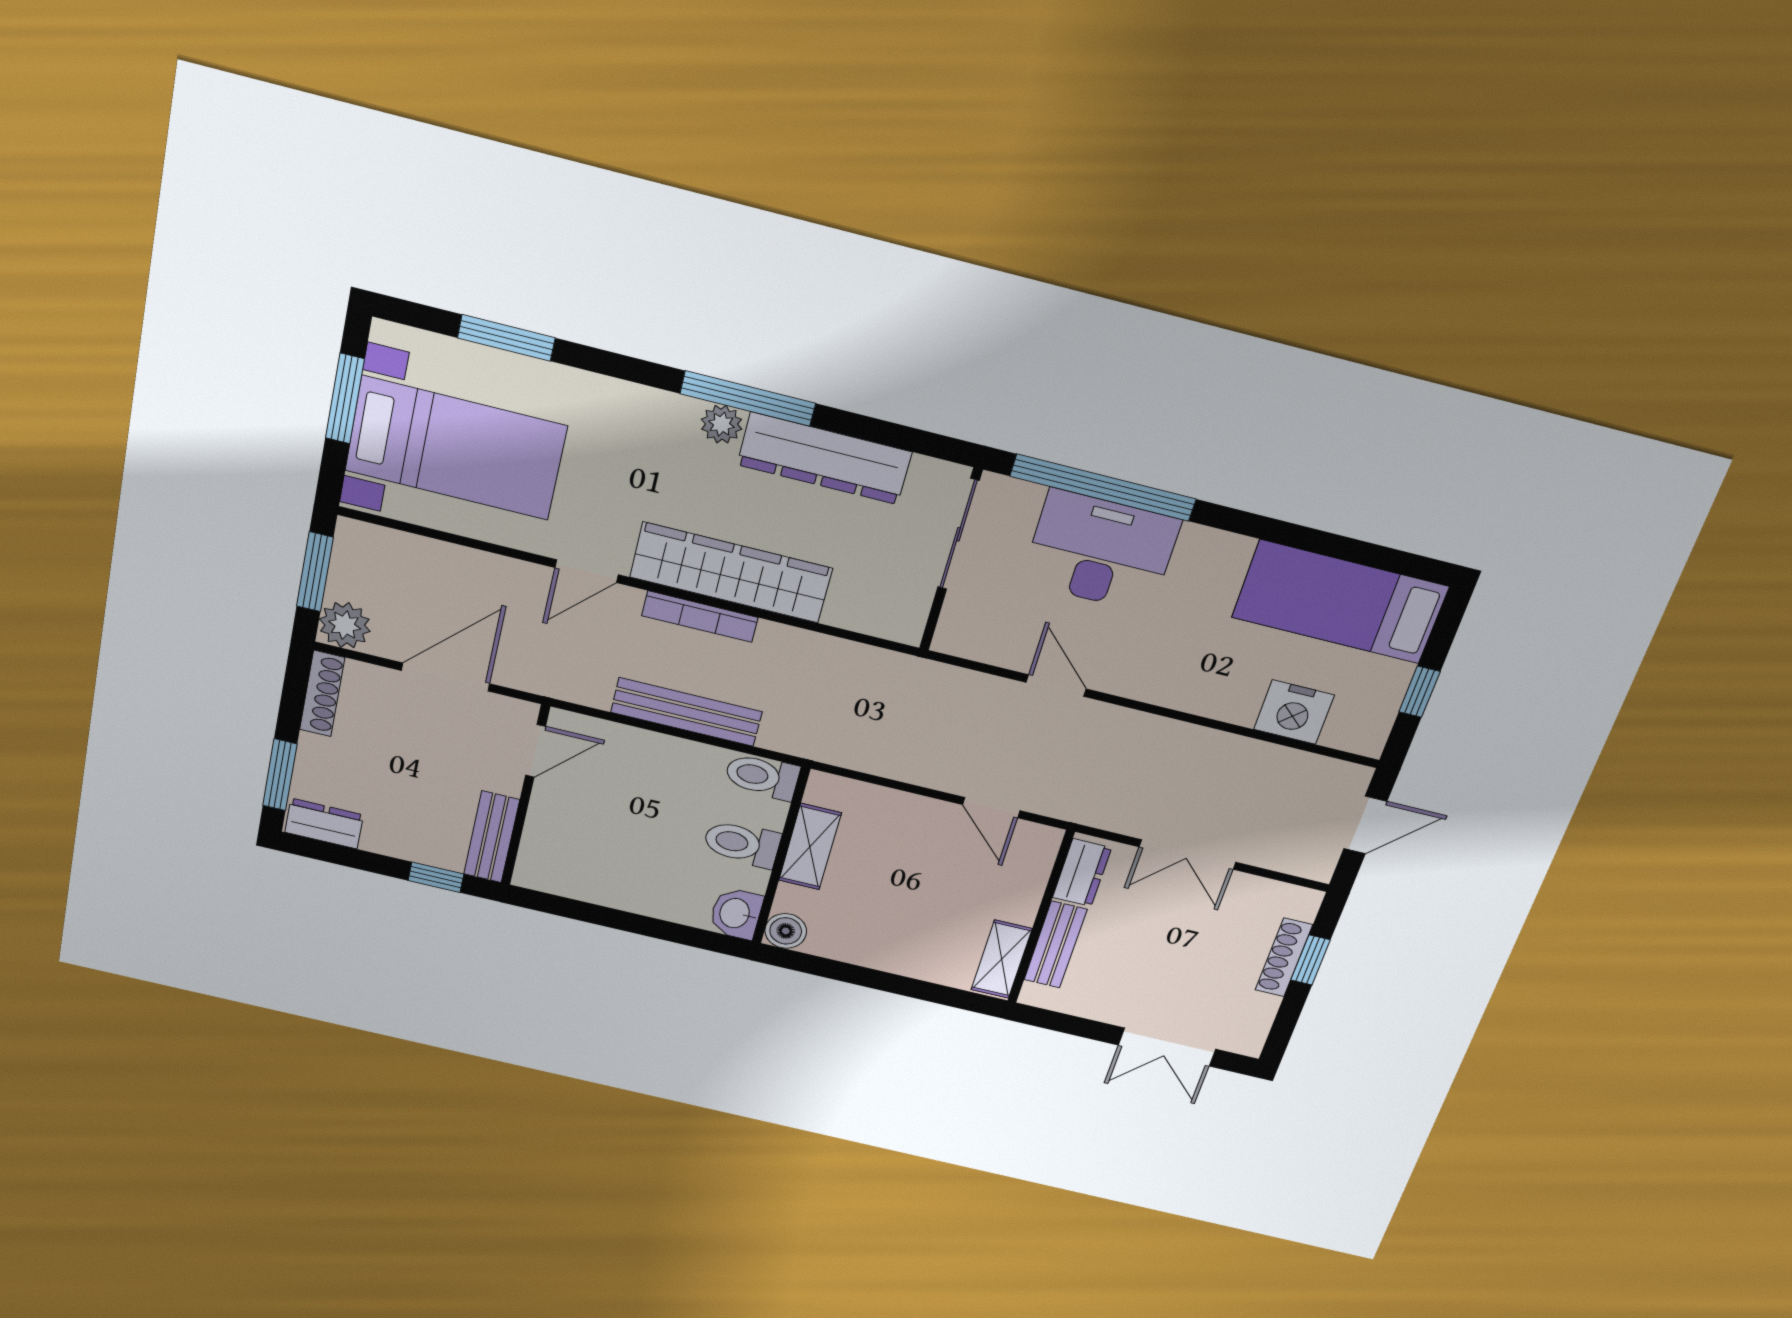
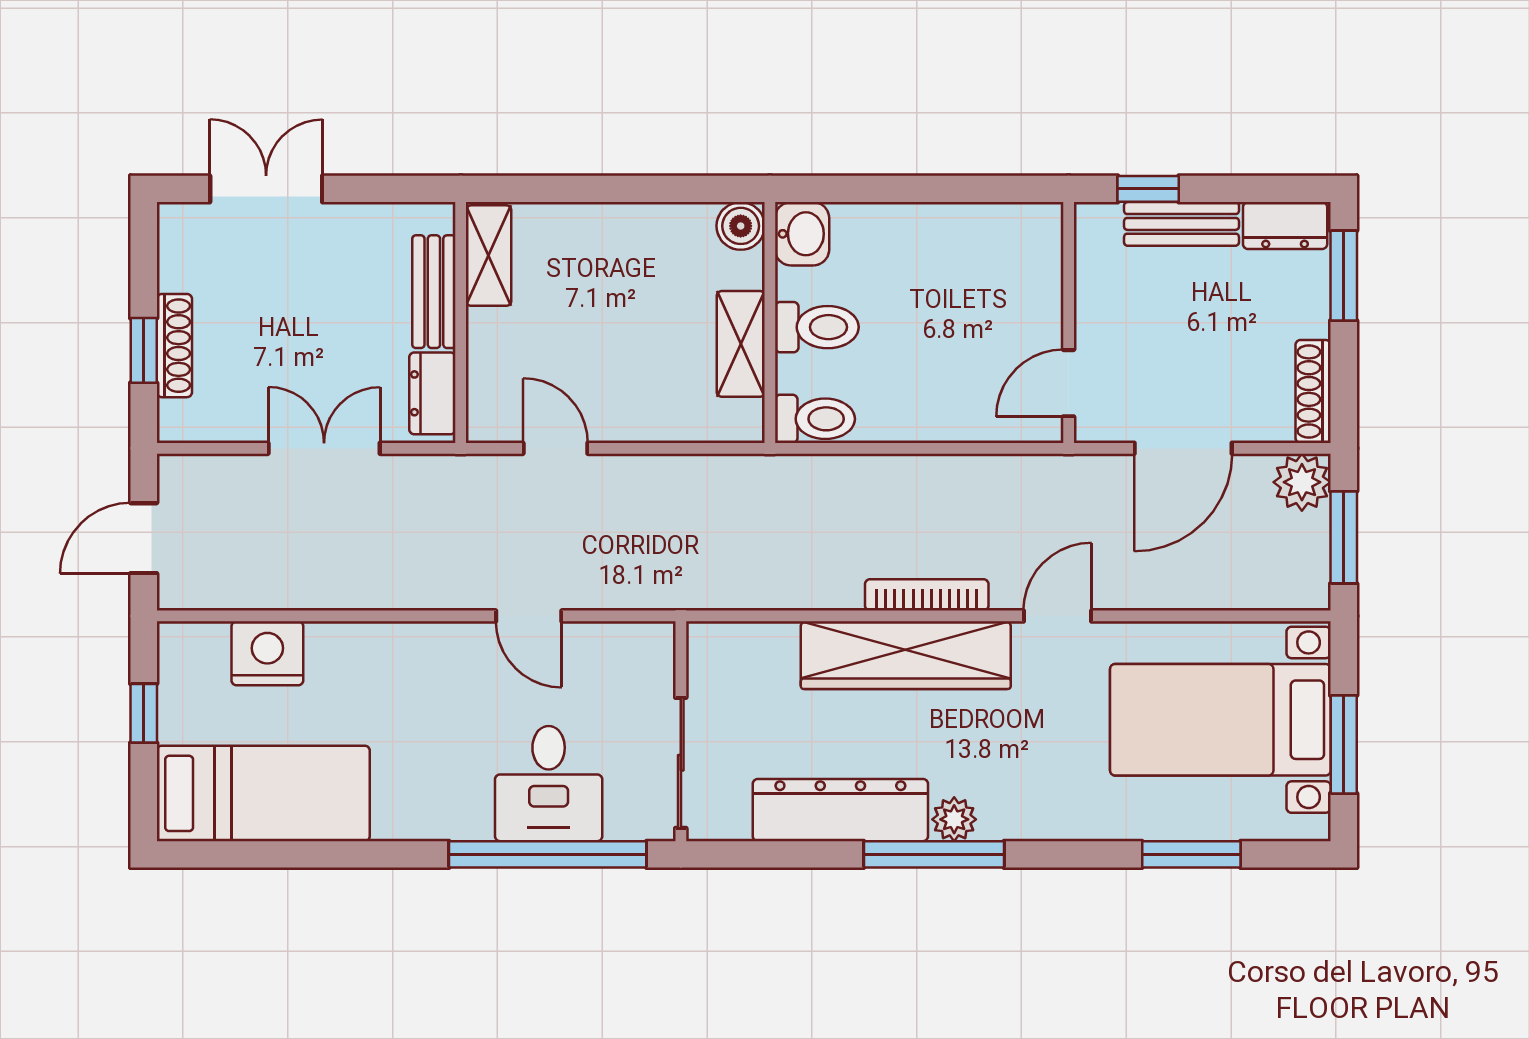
desk: (1101, 551) -> (549, 784), width x0.73
bench: (686, 712) -> (915, 476), removed
bench: (492, 837) -> (1181, 224), moved, turned 90

